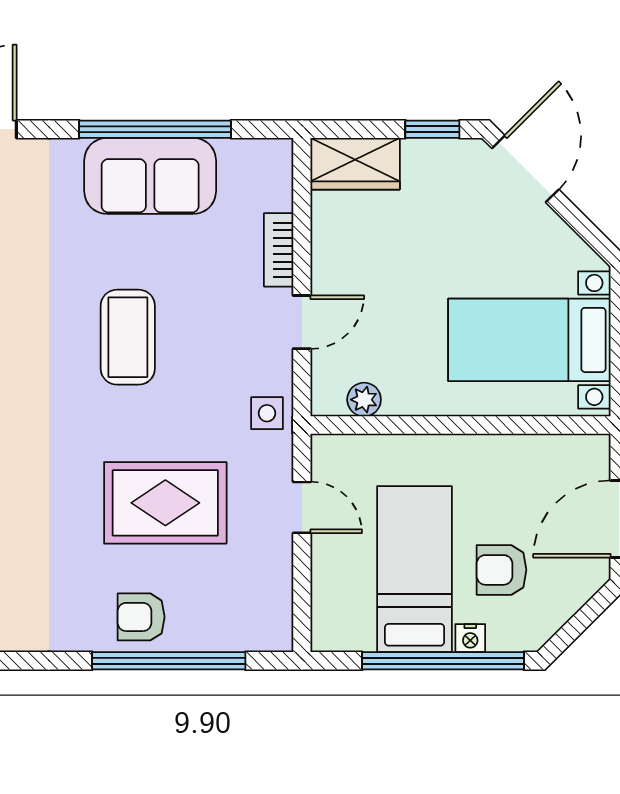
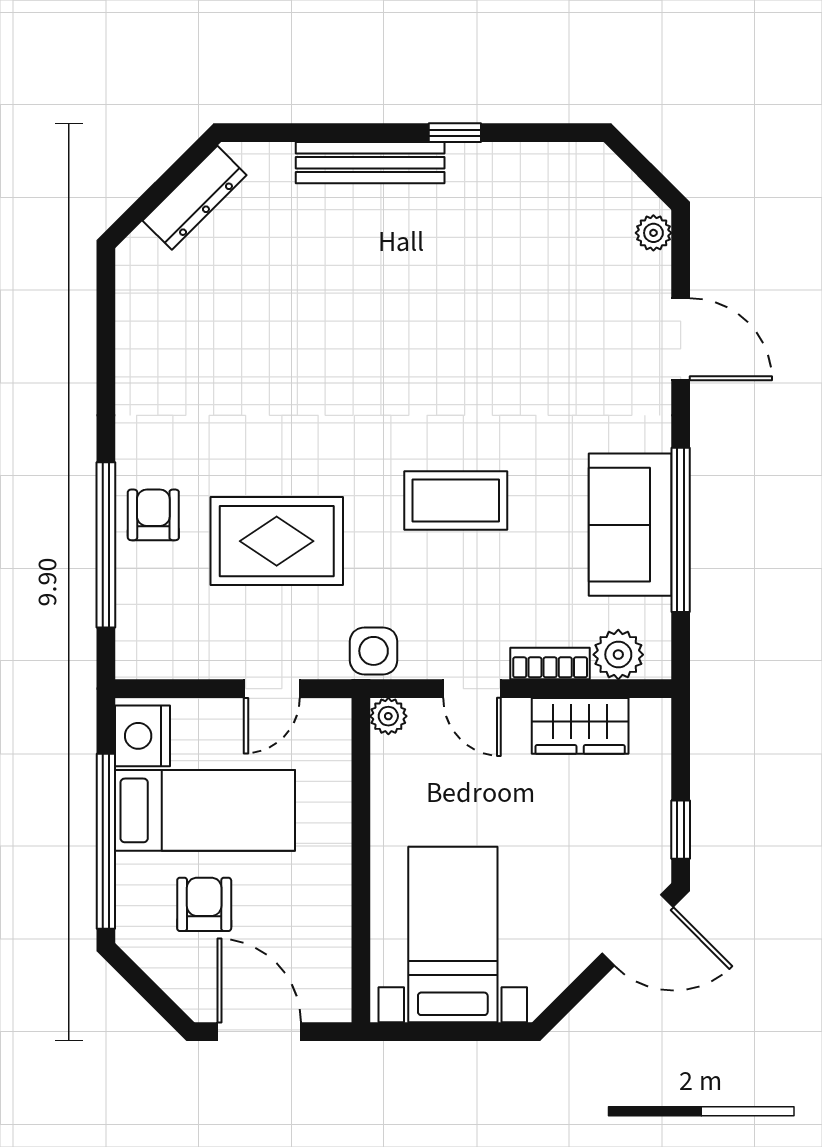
wardrobe: (355, 164) -> (580, 726), moved, turned -90
plant: (270, 187) -> (618, 655), added
plant: (364, 400) -> (388, 716), moved
side table: (267, 413) -> (374, 651), width x1.37, depth x1.37
rug: (165, 503) -> (277, 541), turned 90
nightstand: (470, 638) -> (143, 736), moved, width x1.89, depth x1.79

